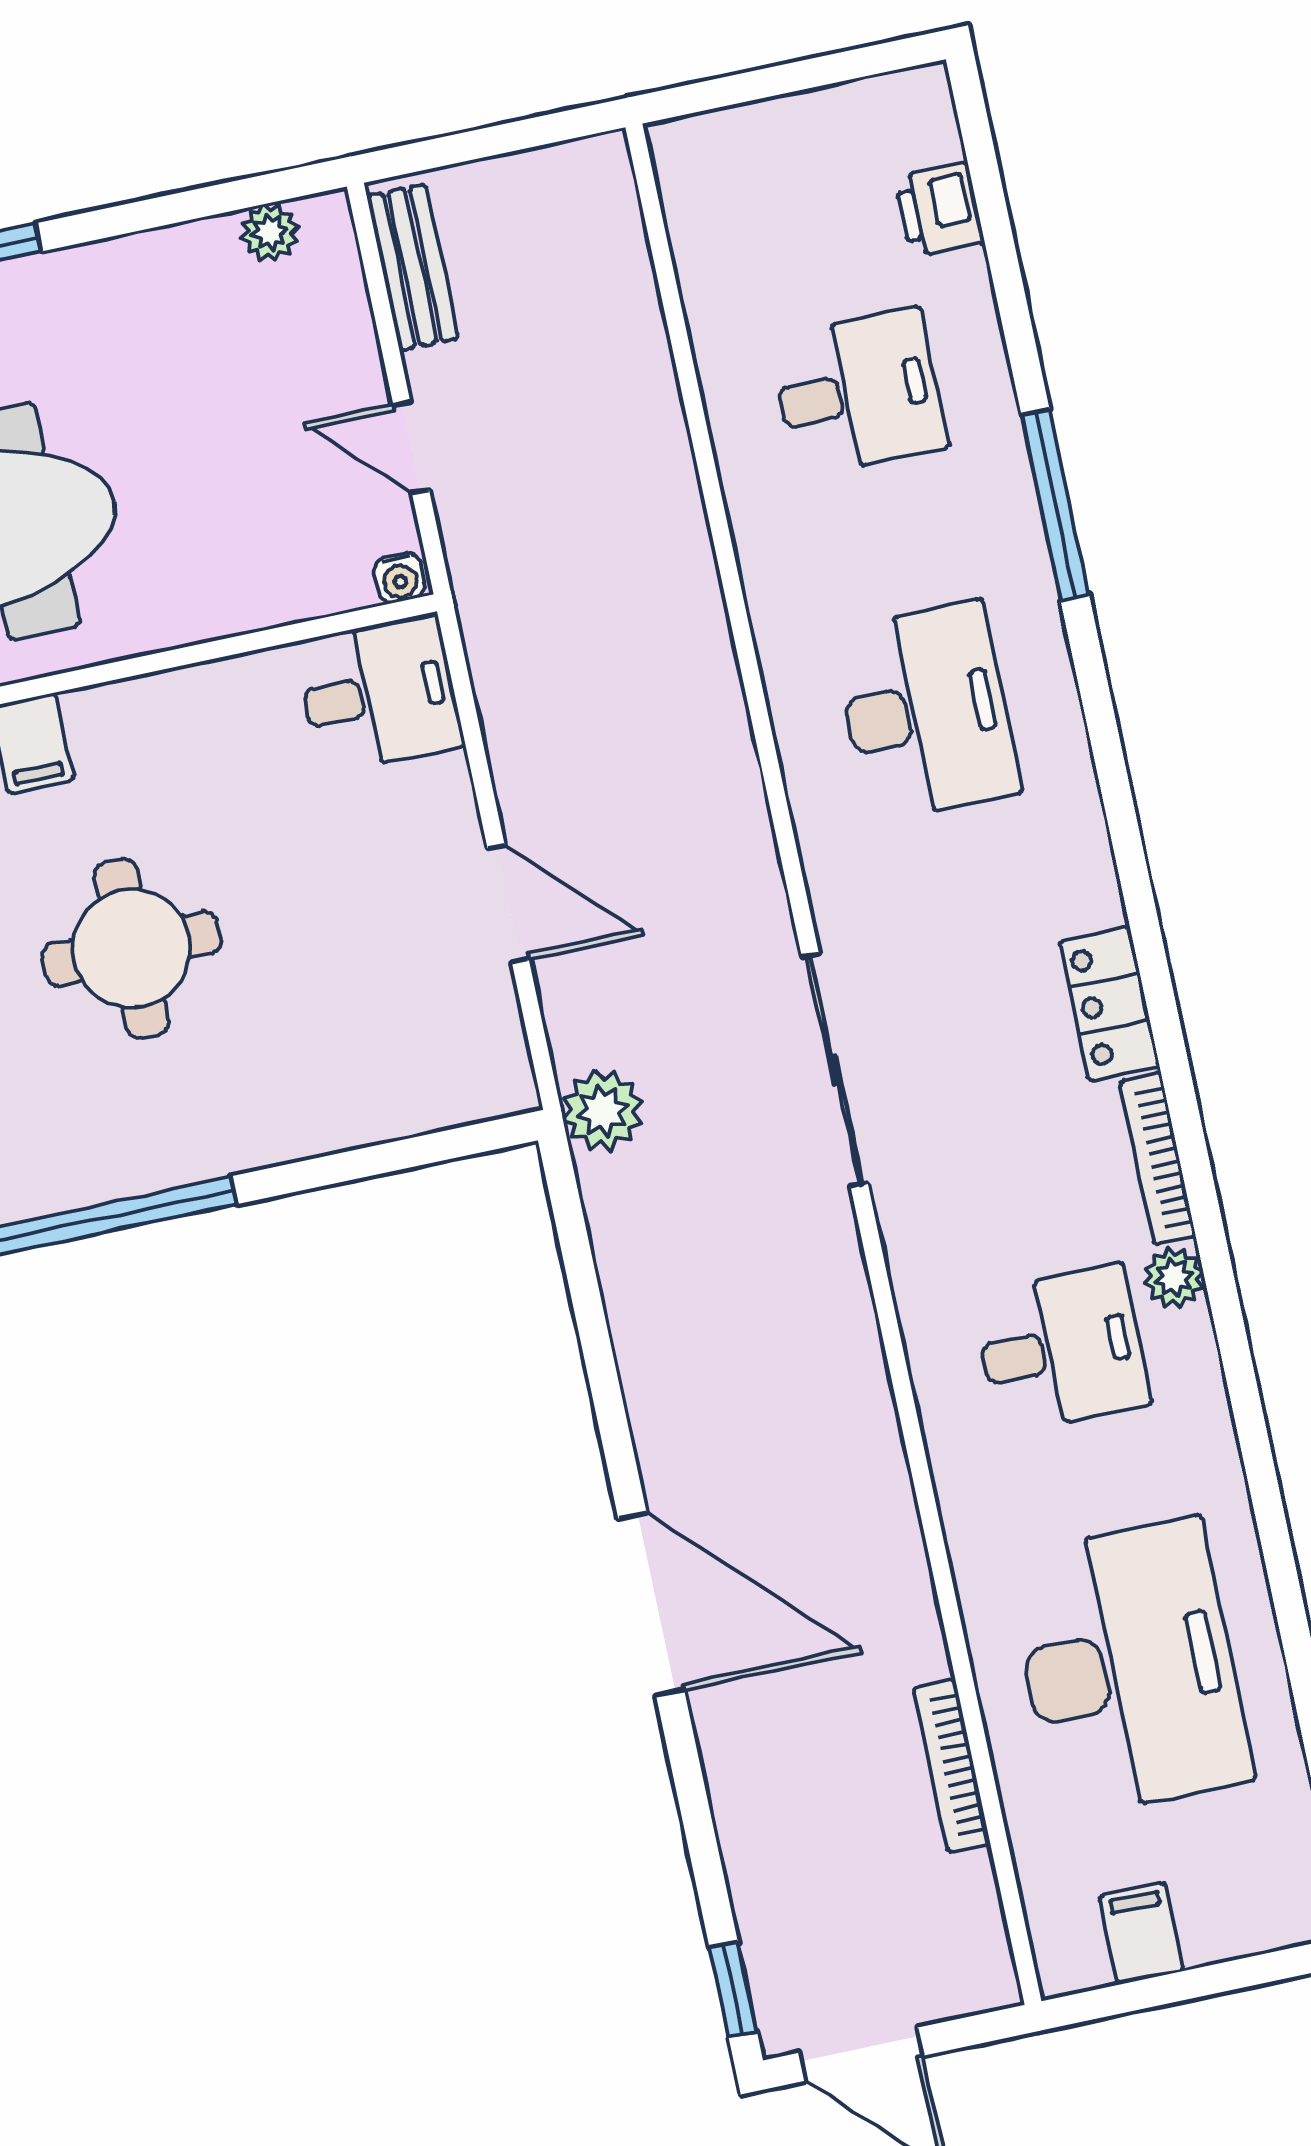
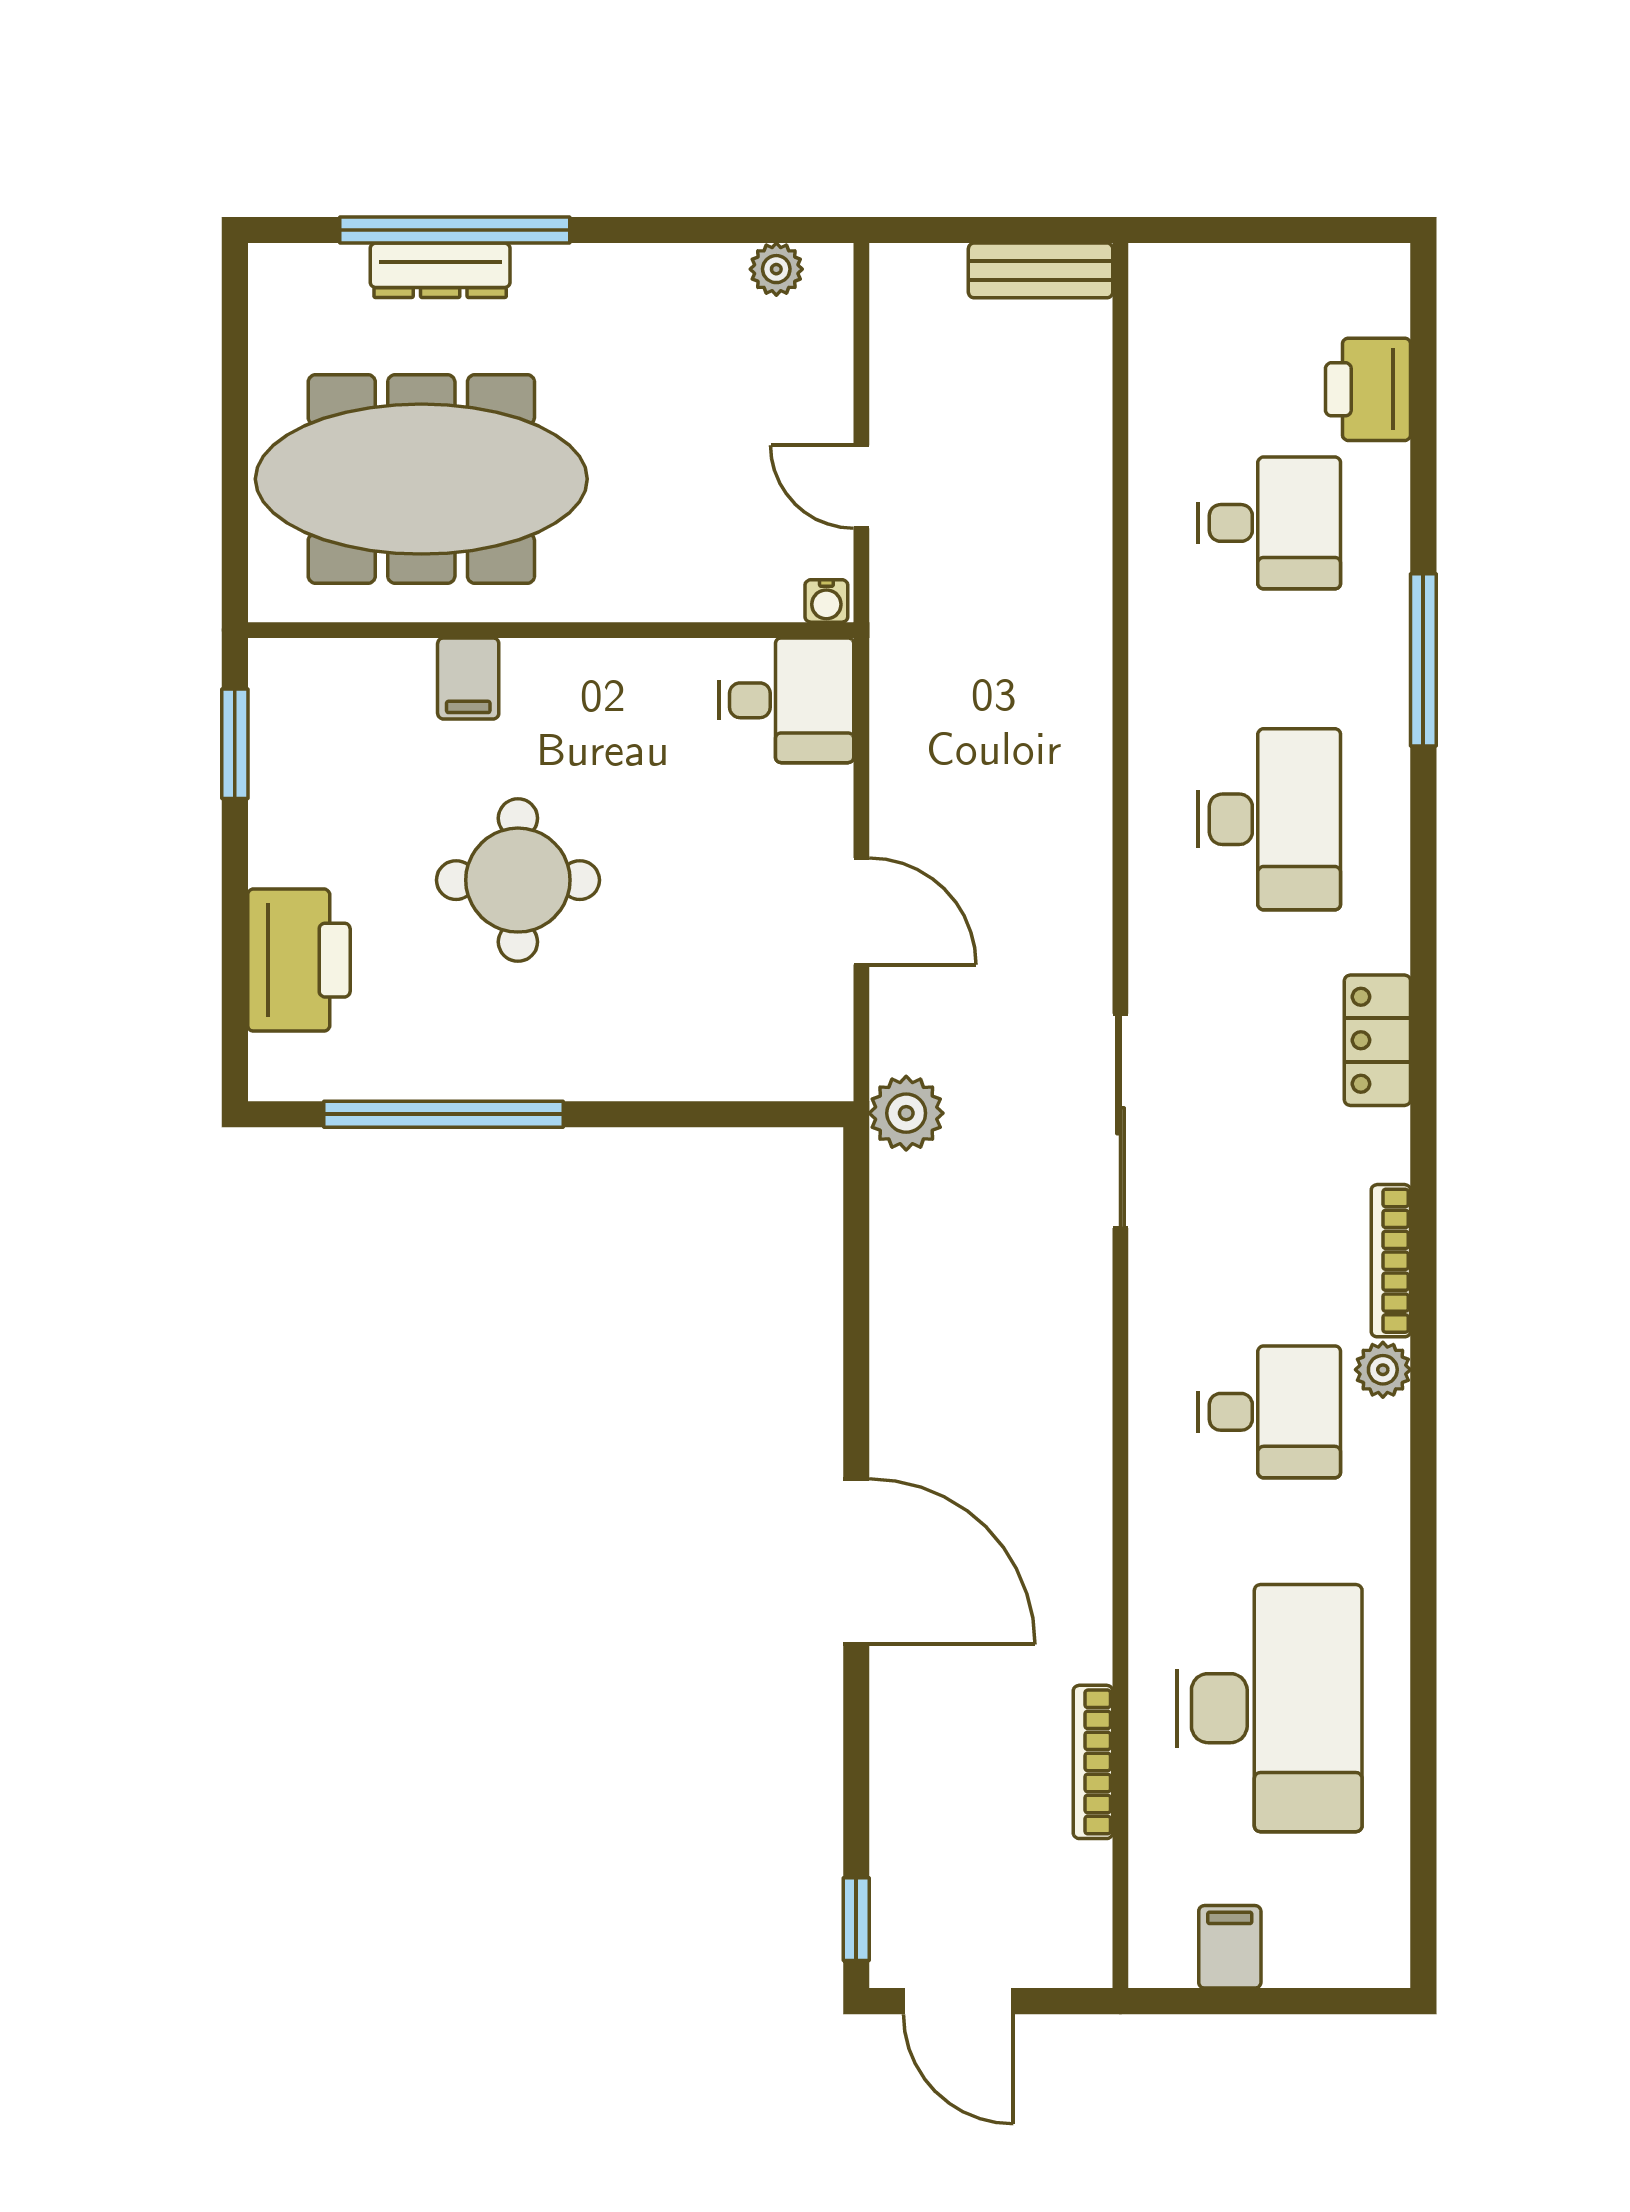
printer: (940, 210) -> (1368, 389), width x1.36, depth x1.24
bench: (413, 267) -> (1041, 270), moved, turned 90
locker: (1110, 1004) -> (1377, 1040), moved

